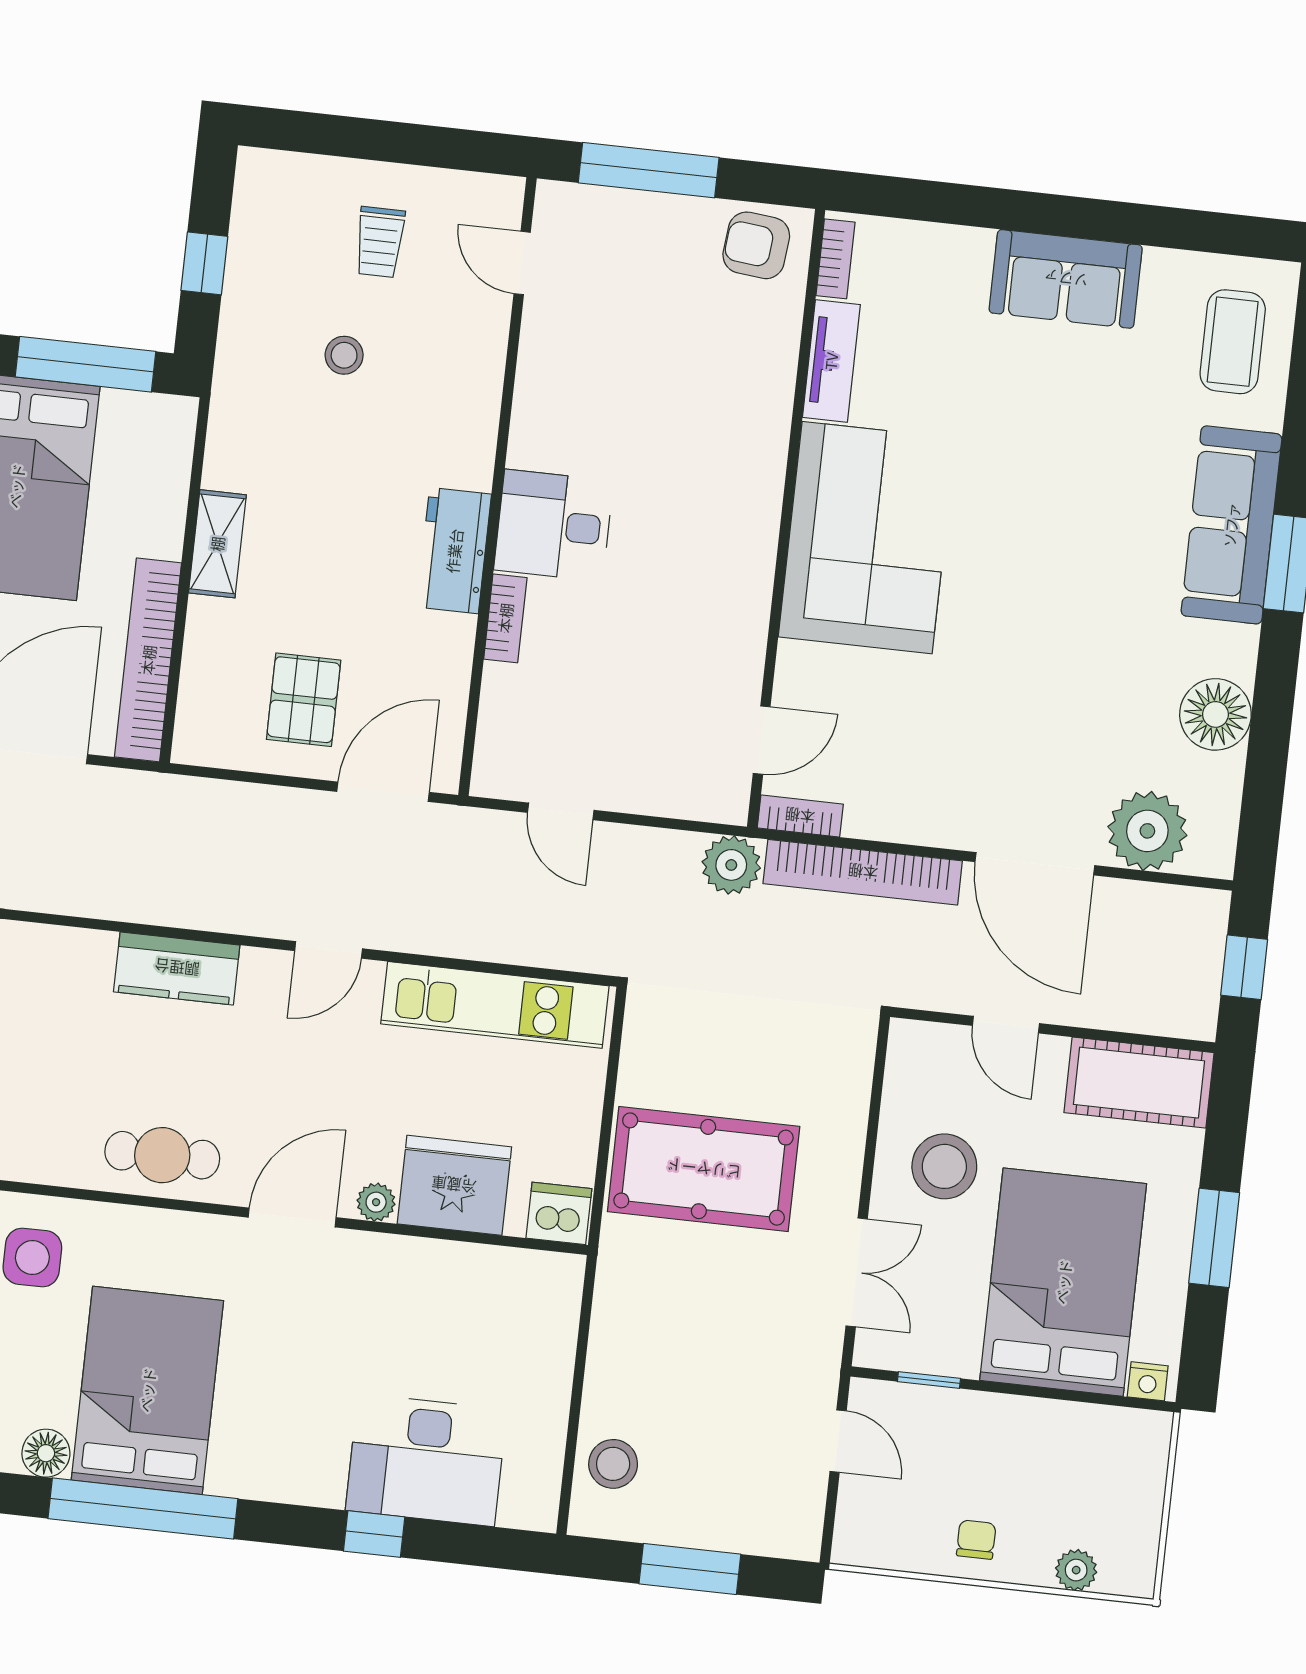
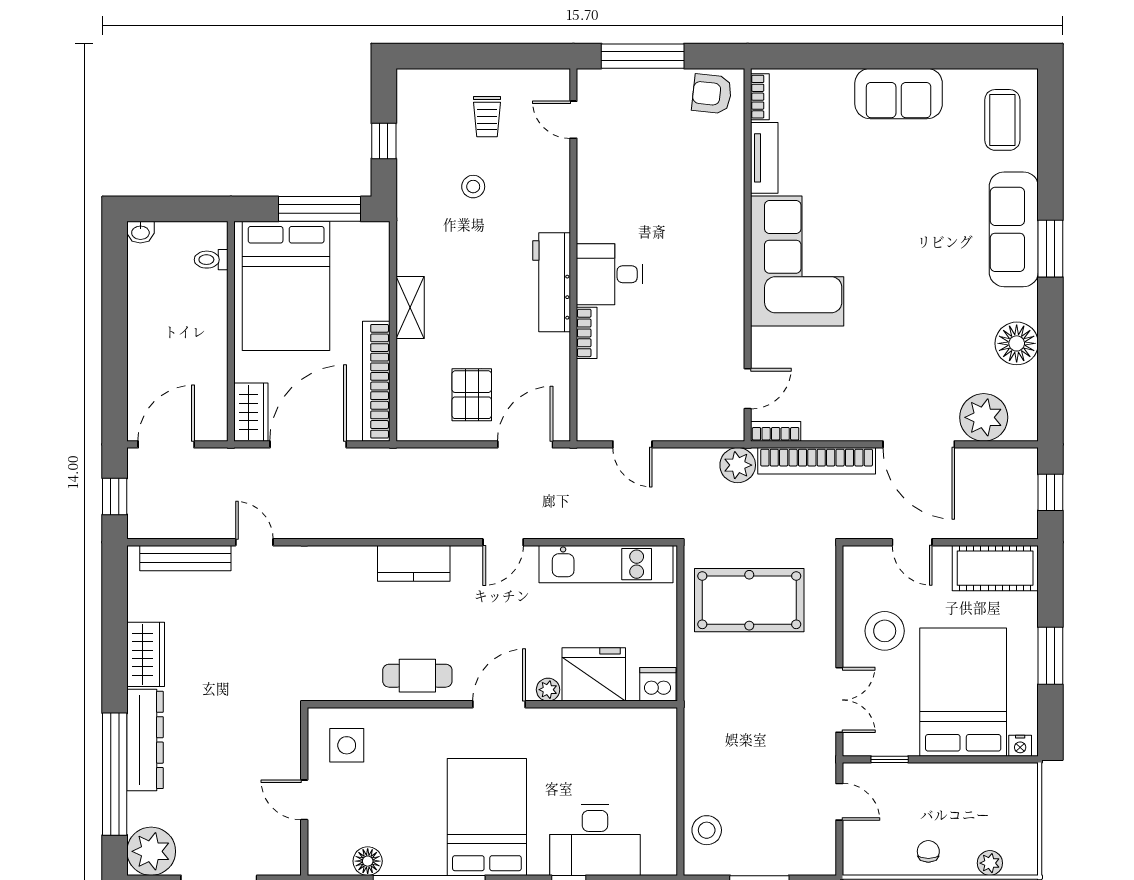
workbench: (454, 551) -> (552, 282), width x1.38
pool table: (704, 1169) -> (749, 600), moved
bed: (147, 1390) -> (487, 817), moved

